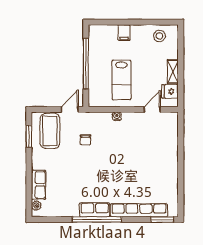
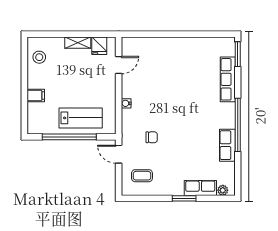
lab bench: (121, 80) -> (81, 118), moved
door: (152, 109) -> (119, 65), swing flipped
coffee table: (50, 131) -> (142, 176), width x0.54, depth x0.58
window: (29, 136) -> (184, 198), moved
row of seats: (95, 210) -> (227, 145), moved
row of seats: (139, 210) -> (228, 79), width x0.73

